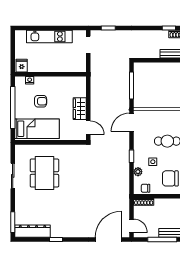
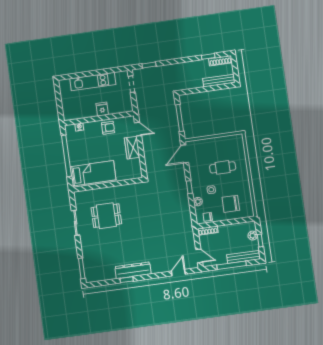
fridge: (22, 66) -> (102, 109), moved
armchair: (41, 101) -> (108, 128), moved
door: (88, 128) -> (138, 129), moved
dining table: (44, 173) -> (106, 216), width x0.73
dresser: (32, 231) -> (133, 270), moved
door: (108, 240) -> (178, 273), width x0.53

